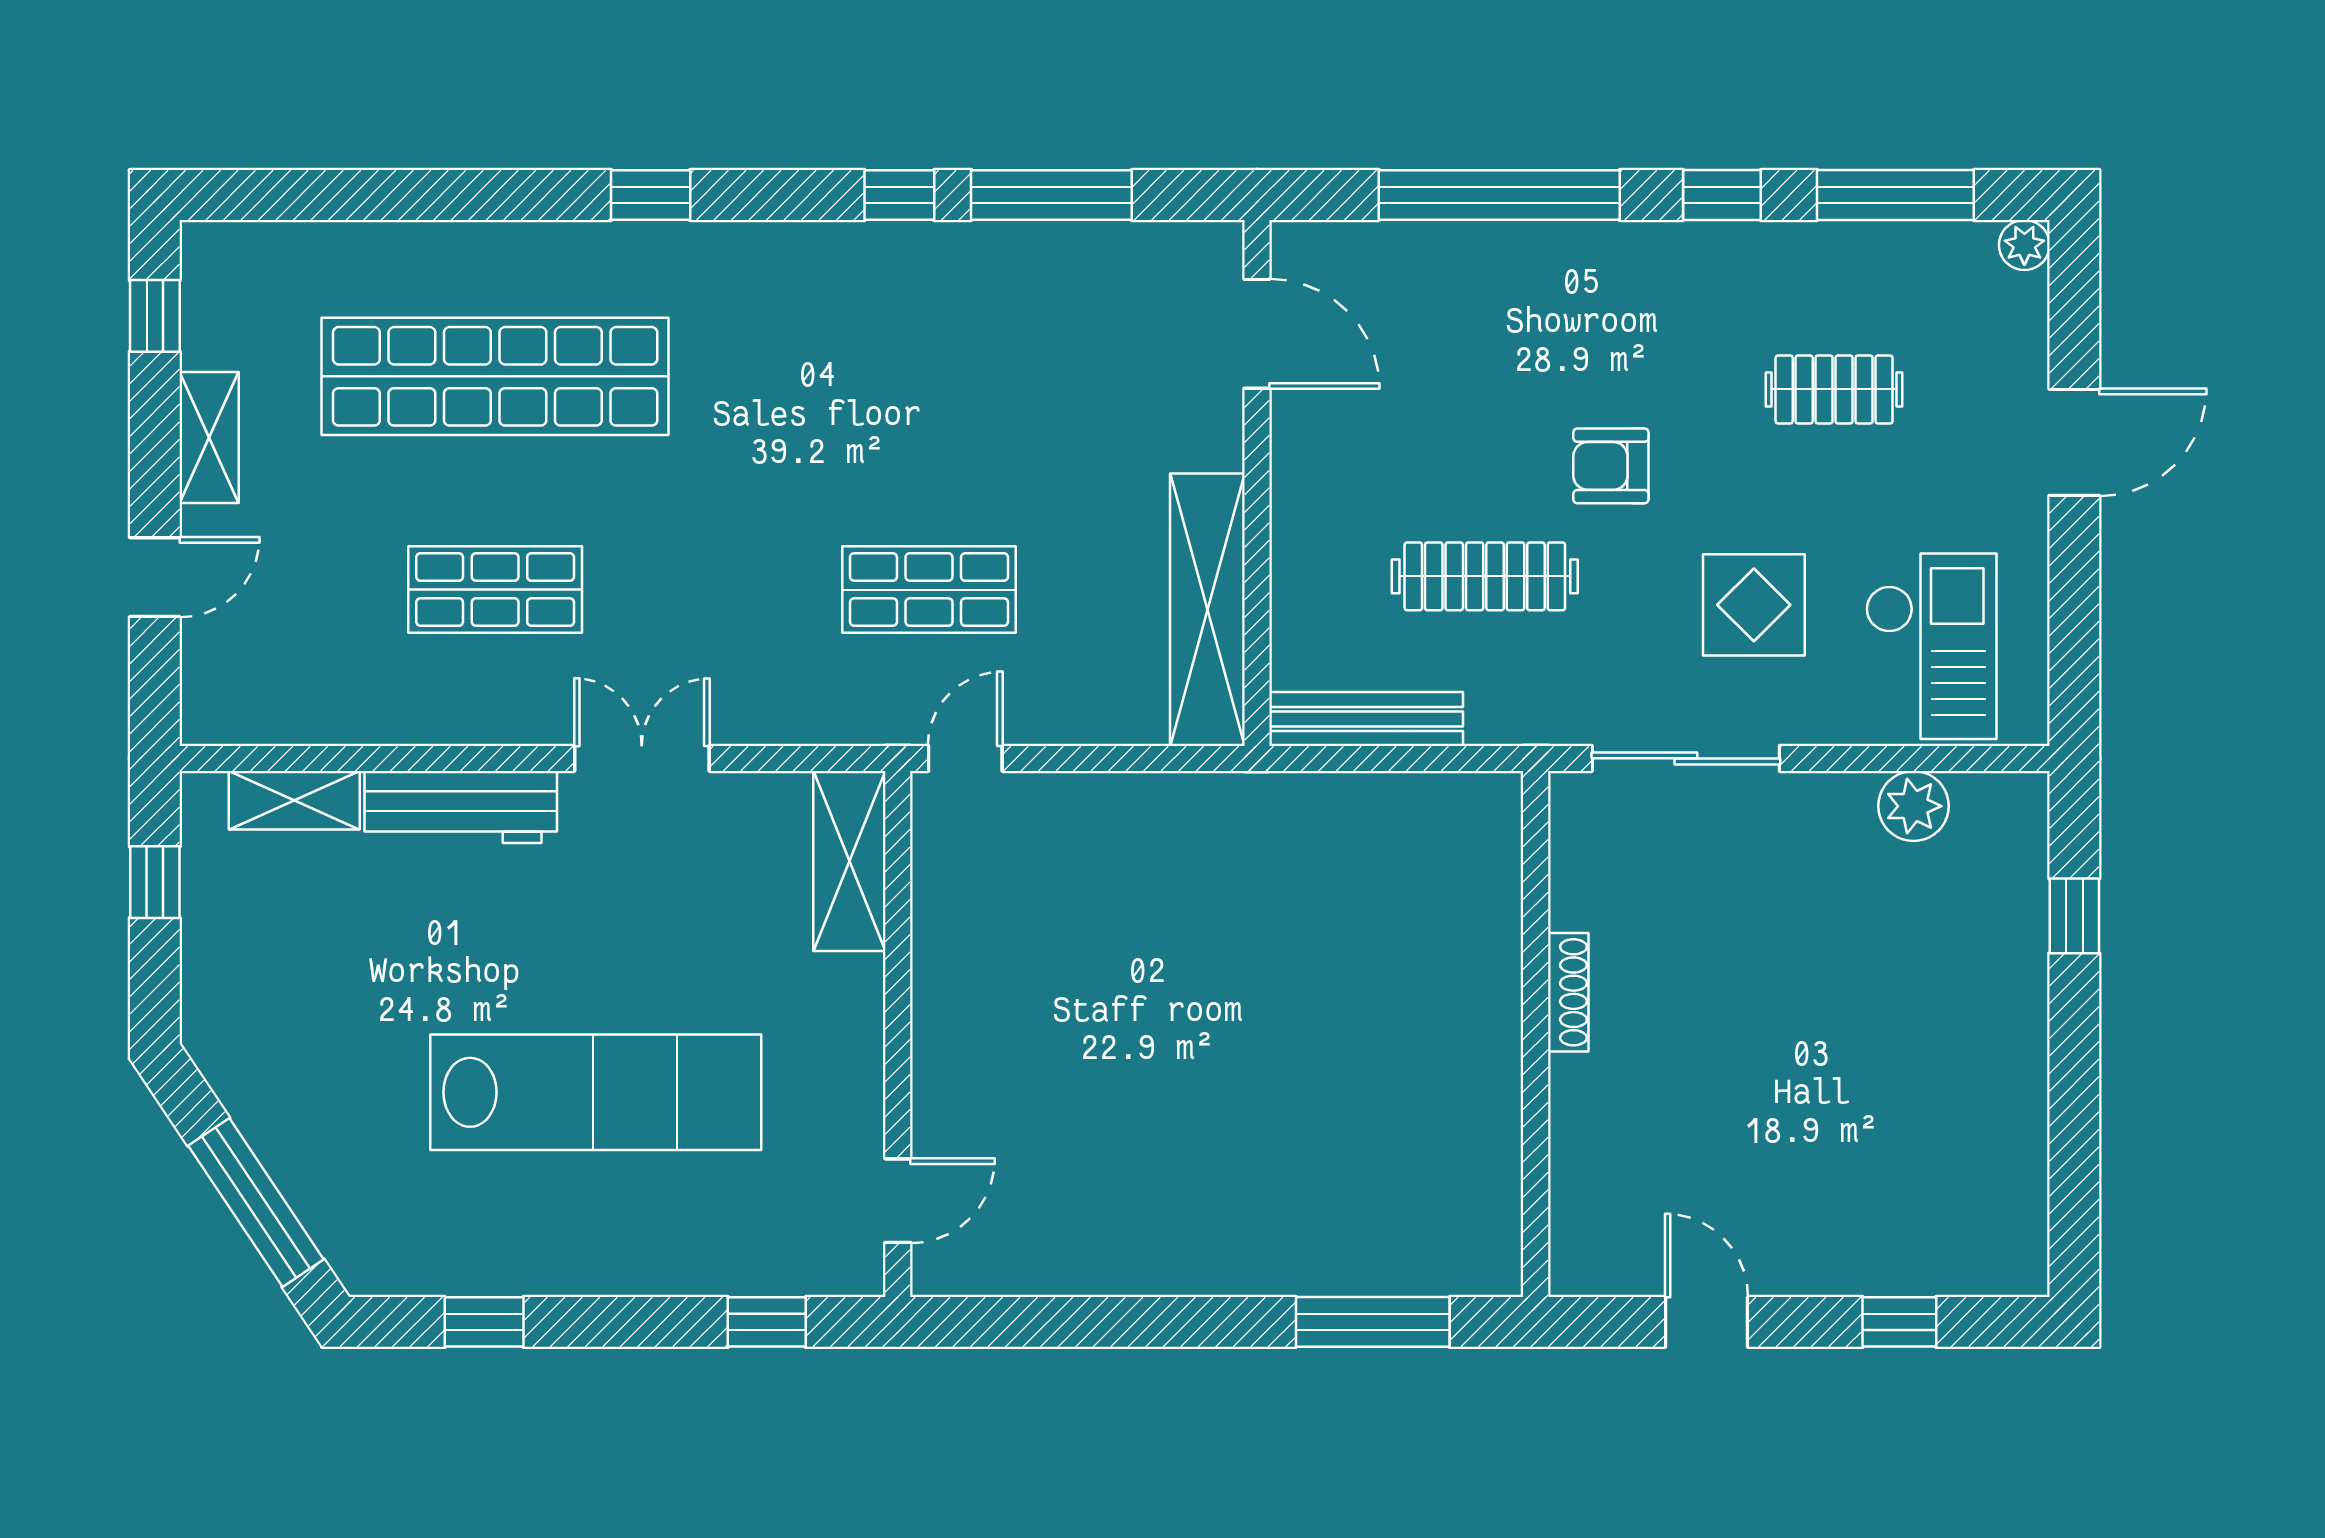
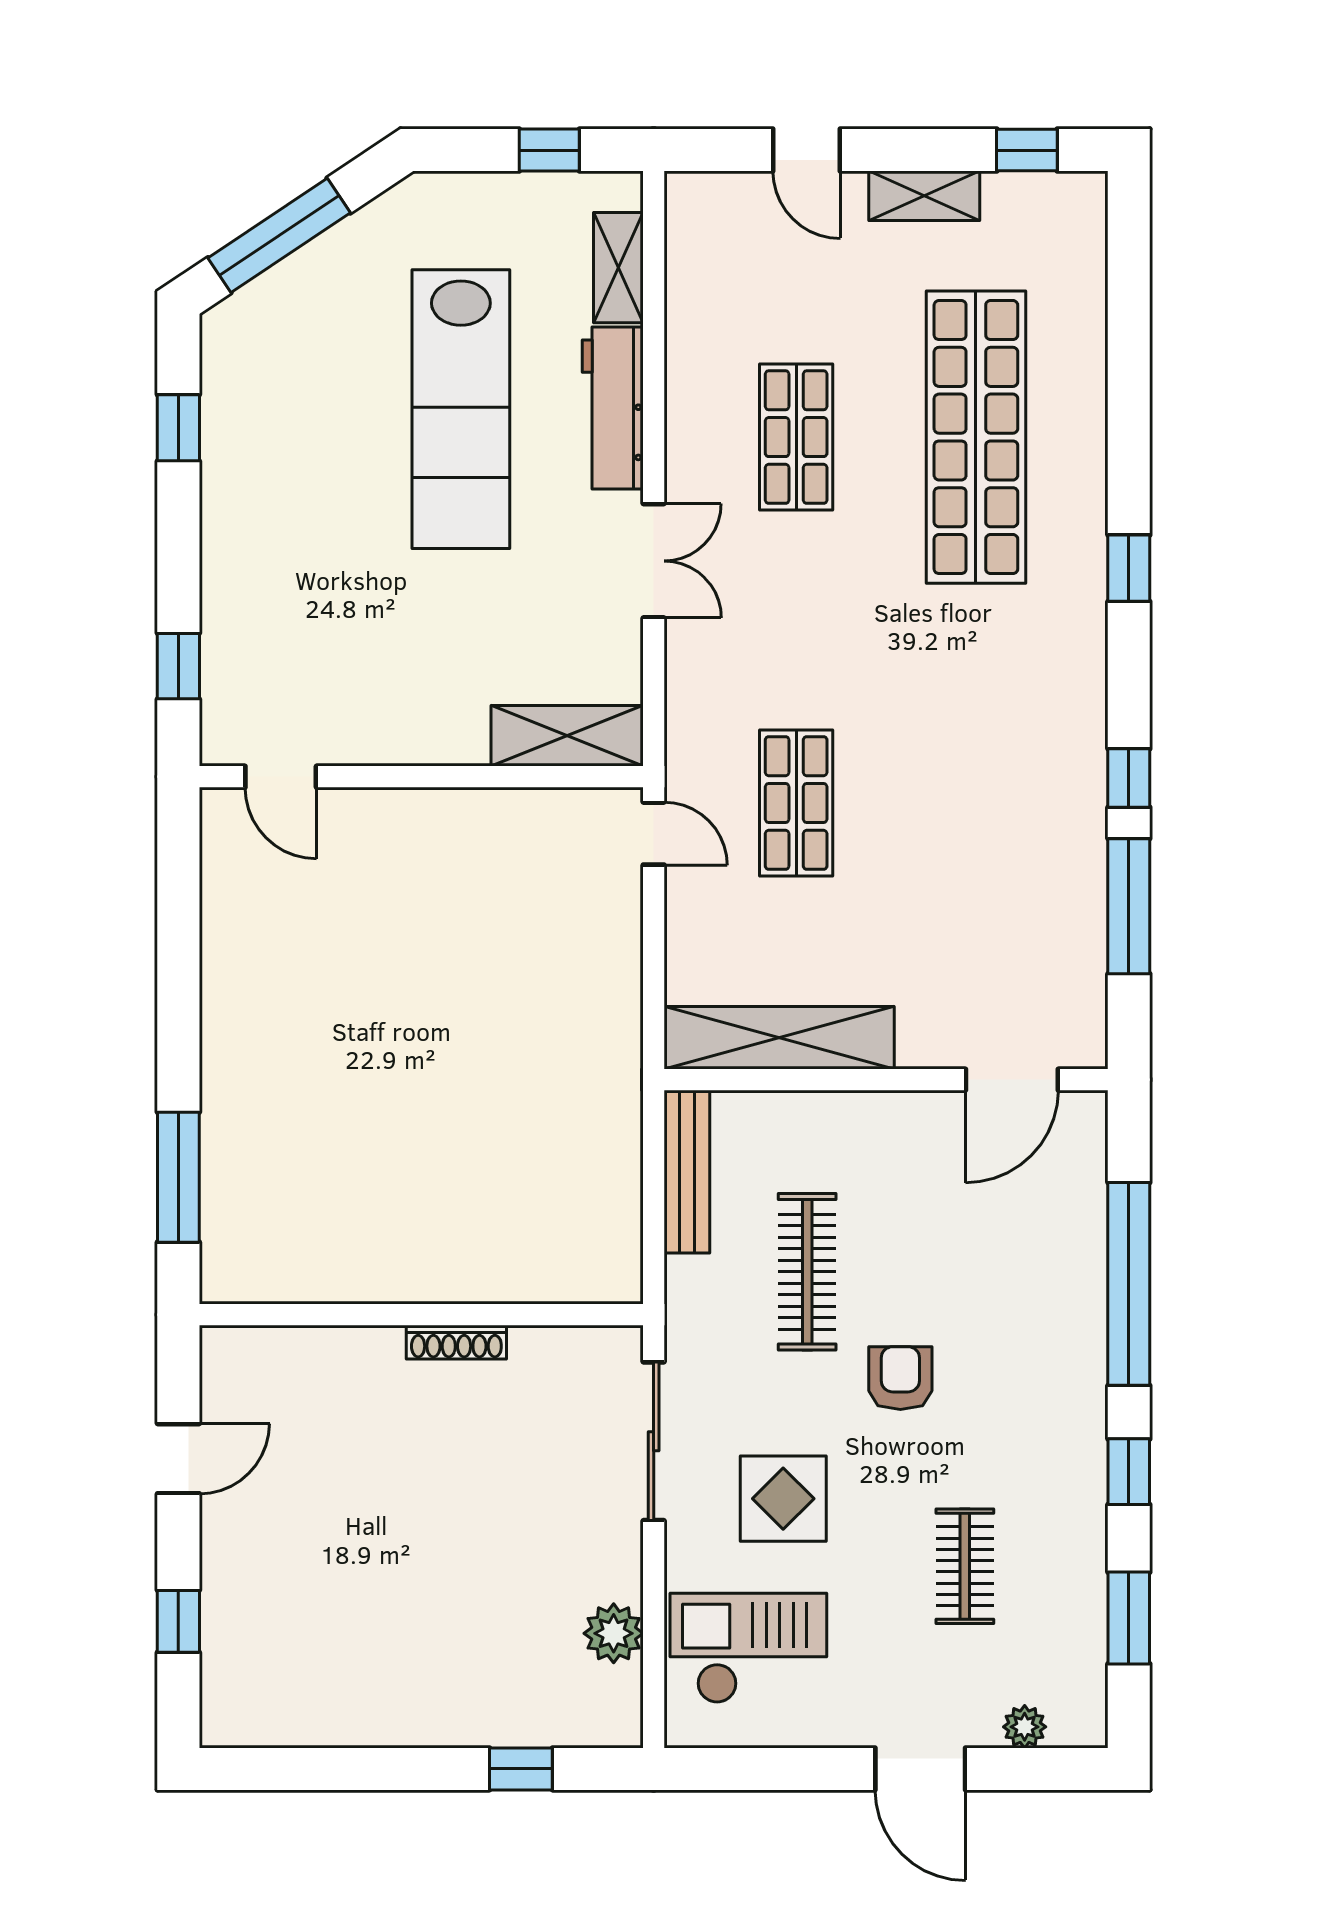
window: (1895, 195) -> (1129, 1618), width x0.69
plant: (2024, 245) -> (1025, 1727), moved
checkout: (1931, 646) -> (748, 1648), turned 180
lab bench: (596, 1092) -> (461, 409), moved

